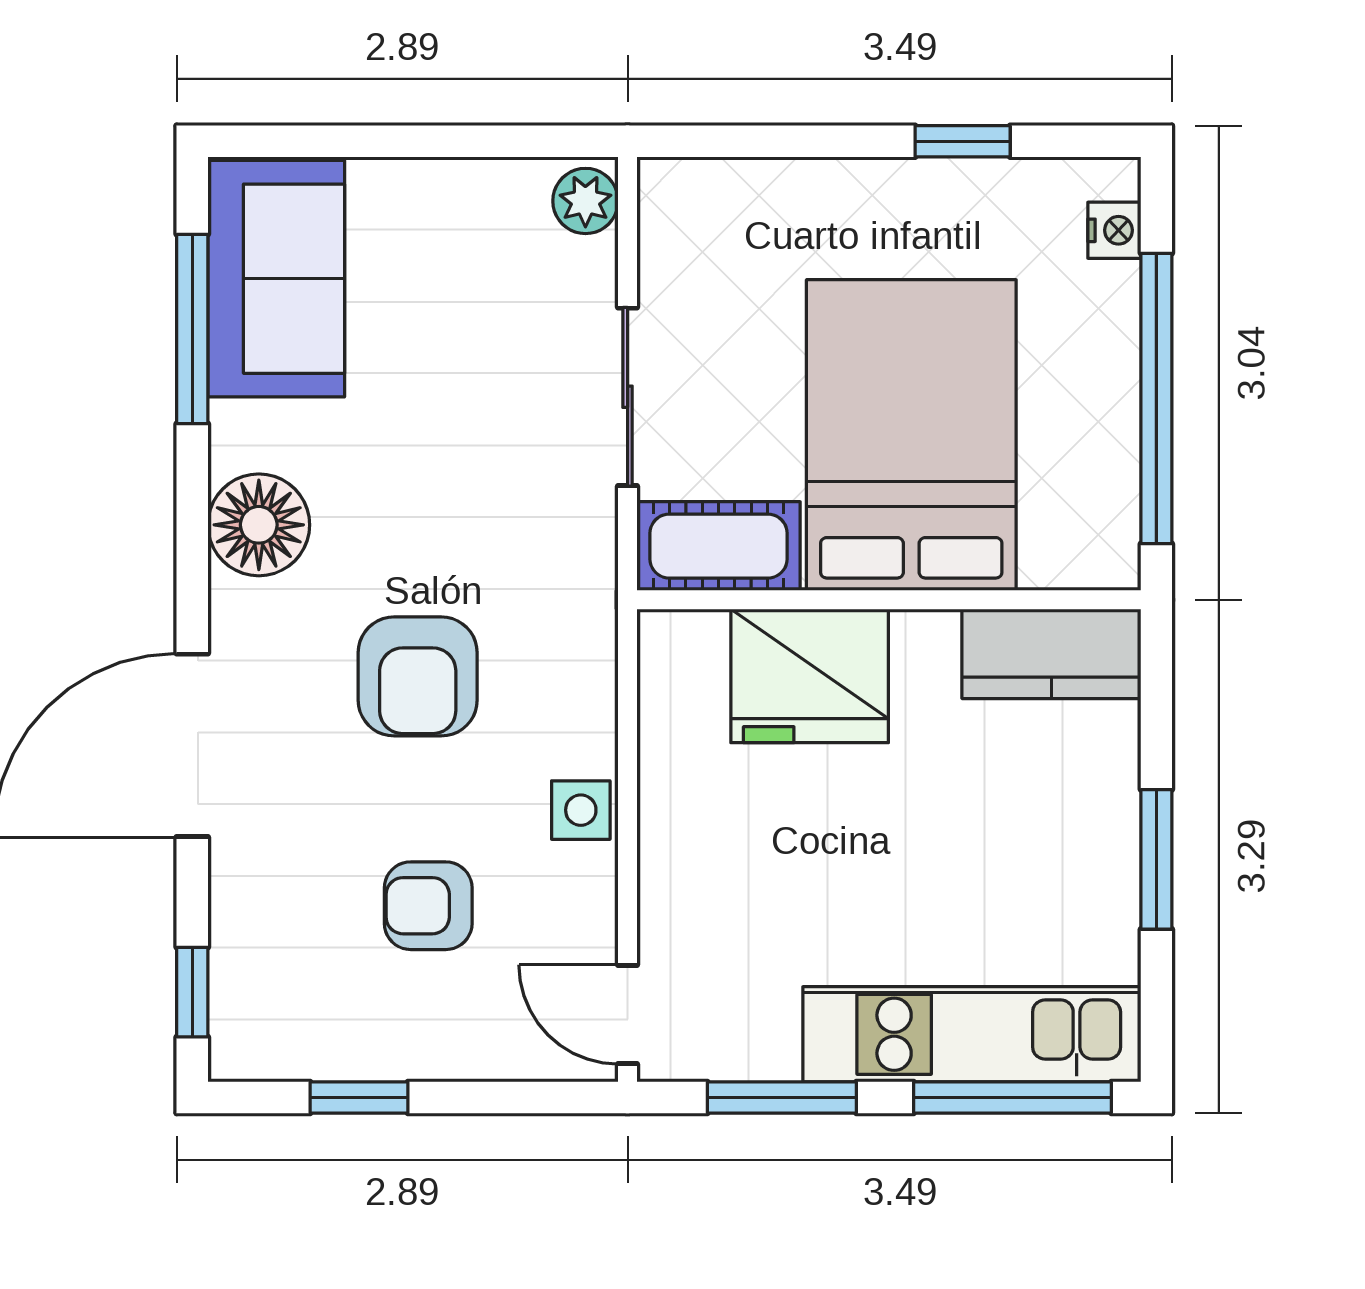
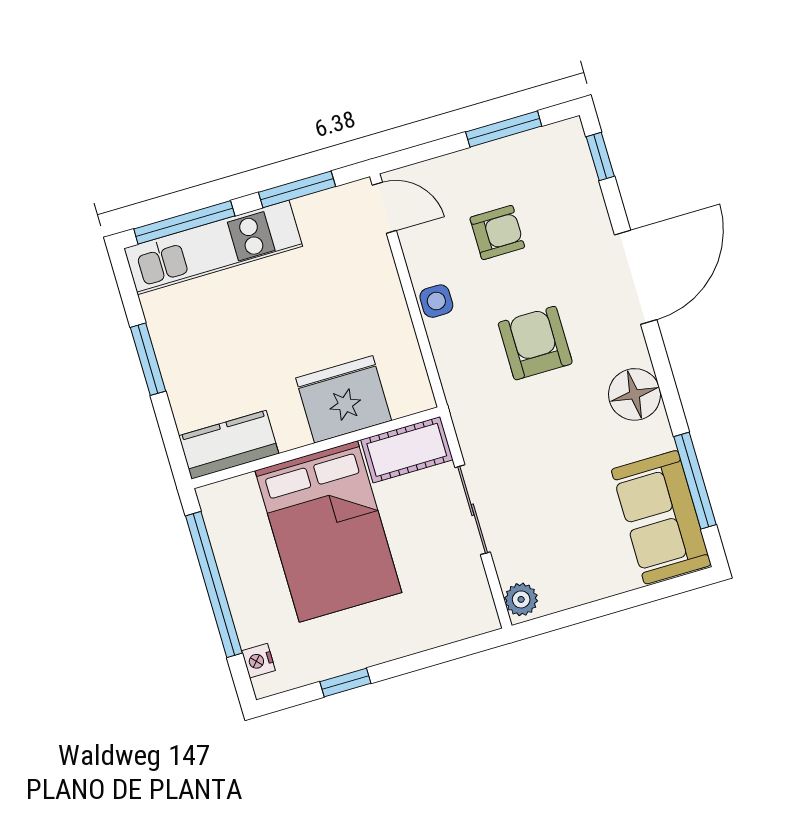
window: (359, 1097) -> (504, 129), width x1.50

